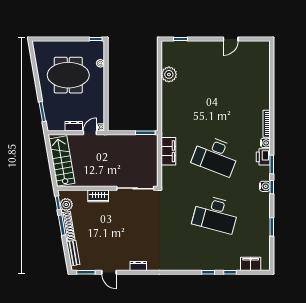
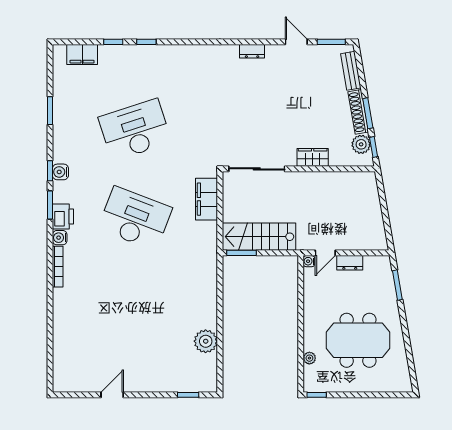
filing cabinet: (168, 151) -> (207, 199), moved
stairs: (62, 161) -> (259, 237), moved, turned 100
desk: (216, 214) -> (135, 130), turned -33

